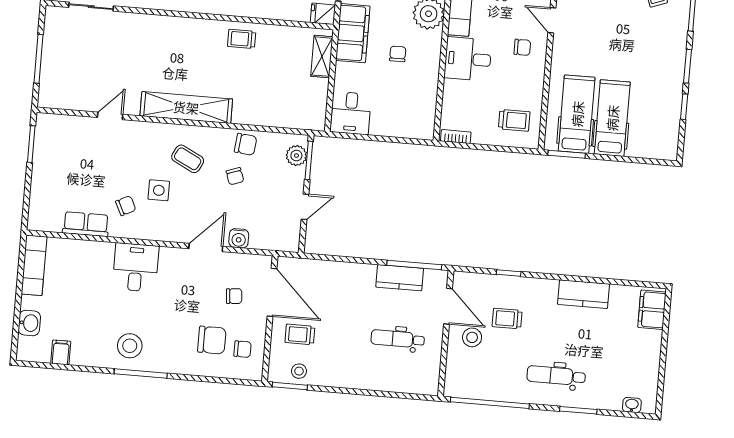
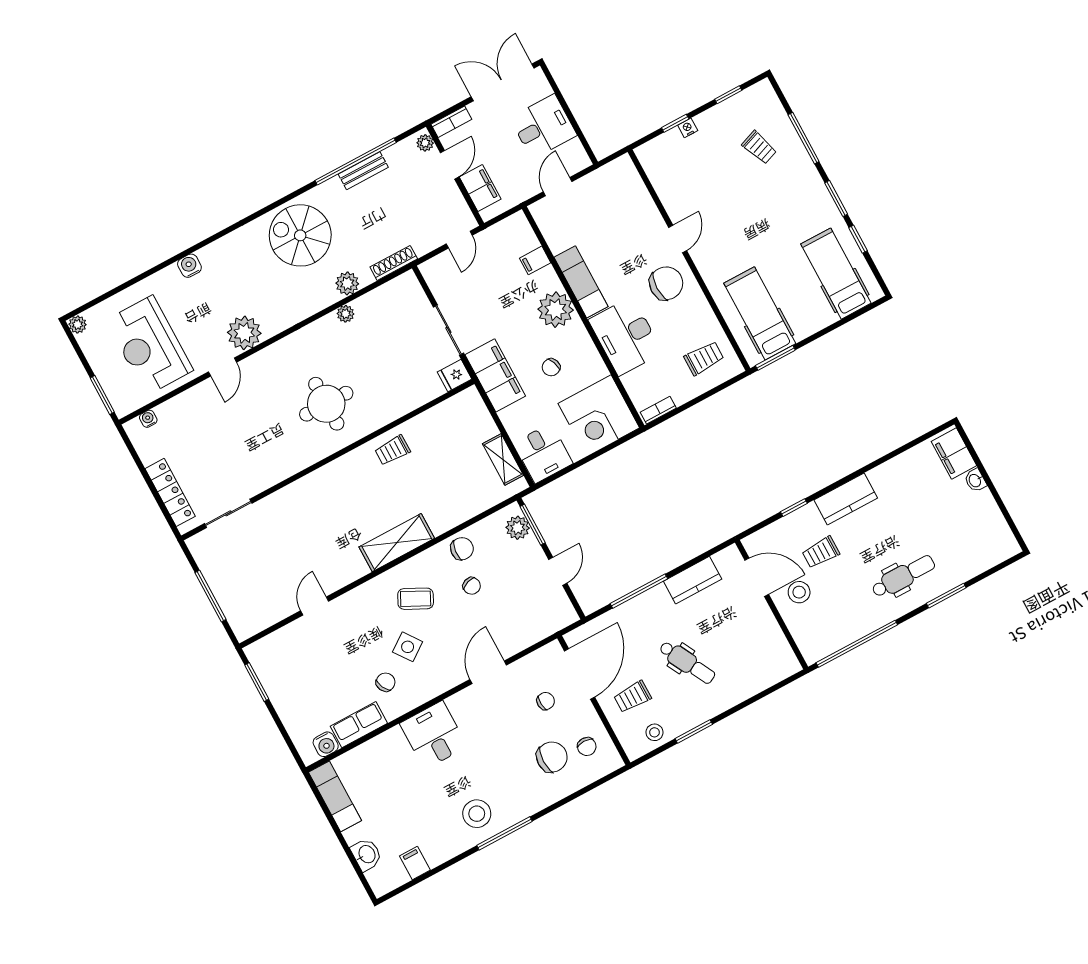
door: (552, 20) -> (678, 239), swing flipped
chair: (522, 47) -> (666, 283), width x1.87, depth x1.87
chair: (398, 54) -> (551, 367), turned -111
shelving: (322, 57) -> (503, 459), moved
desk: (468, 59) -> (626, 336), width x1.37
shelving: (186, 107) -> (397, 543), width x0.68
corner desk: (410, 112) -> (599, 416), added
hospital bed: (612, 118) -> (836, 274), moved
side table: (159, 190) -> (408, 647), turned -36
water cooler: (239, 238) -> (326, 744), moved
window: (414, 265) -> (639, 591), moved
door: (272, 292) -> (580, 674), hinge flipped
kitchen counter: (584, 294) -> (846, 499), moved
dental chair: (398, 339) -> (687, 662), moved, turned -118
chair: (243, 349) -> (587, 747), turned 90
dental chair: (556, 376) -> (903, 576), turned 180
window: (290, 386) -> (694, 731), moved
washbasin: (632, 405) -> (975, 480), moved, turned -90

